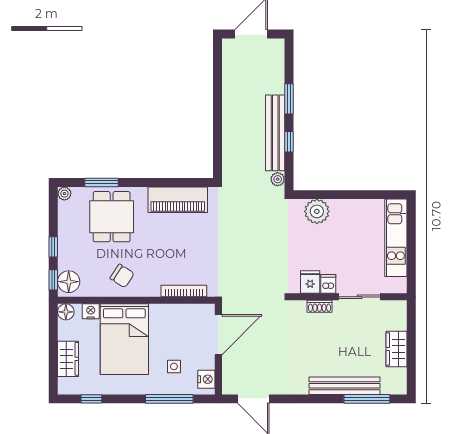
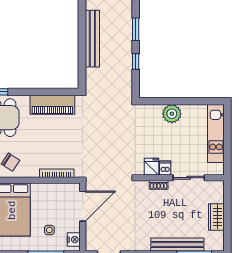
bench: (275, 133) -> (92, 39), moved
plant: (278, 179) -> (127, 89), removed
plant: (317, 211) -> (172, 114), moved

